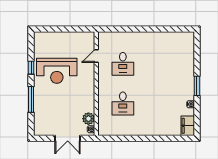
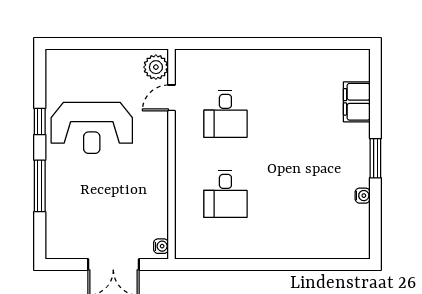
plant: (88, 119) -> (156, 67), moved
filing cabinet: (188, 126) -> (357, 102), moved

